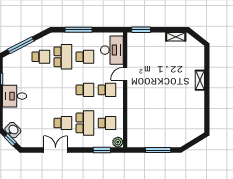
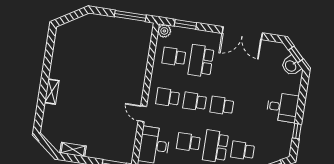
door: (125, 74) -> (142, 114), swing flipped
school desk: (63, 123) -> (222, 106), moved
double door: (56, 150) -> (242, 33), width x1.37
window: (158, 150) -> (130, 16), moved

